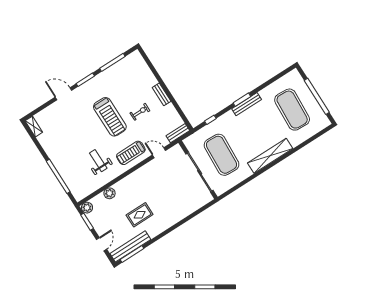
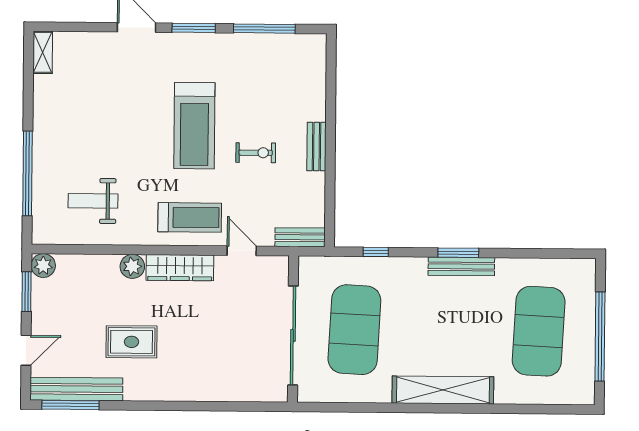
treadmill: (131, 153) -> (190, 217), turned 180
weight bench: (98, 161) -> (93, 201), moved, turned -90
wardrobe: (140, 175) -> (180, 268), added
plant: (110, 193) -> (132, 266), moved

